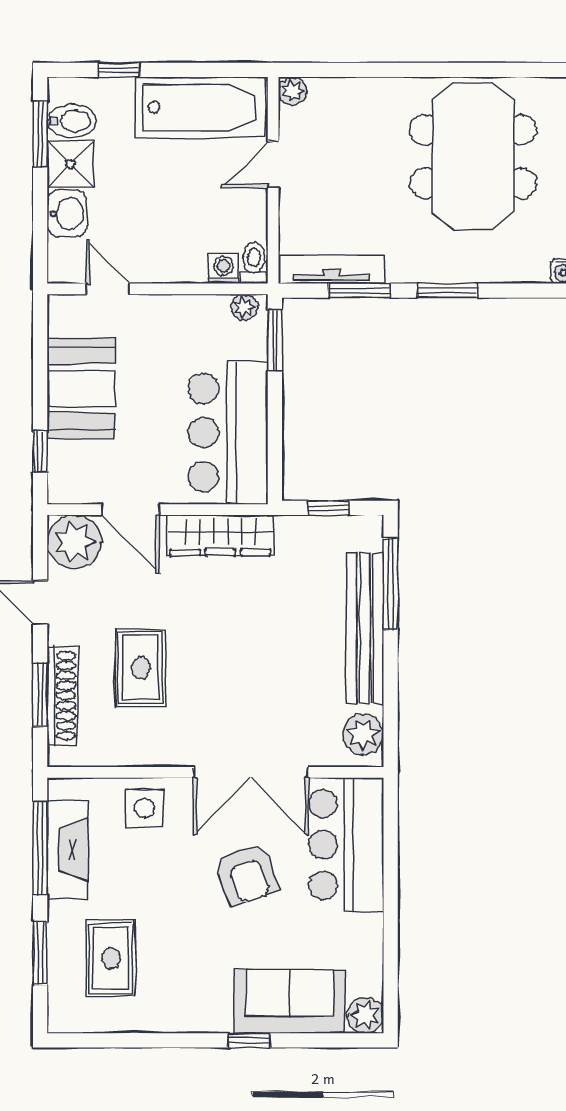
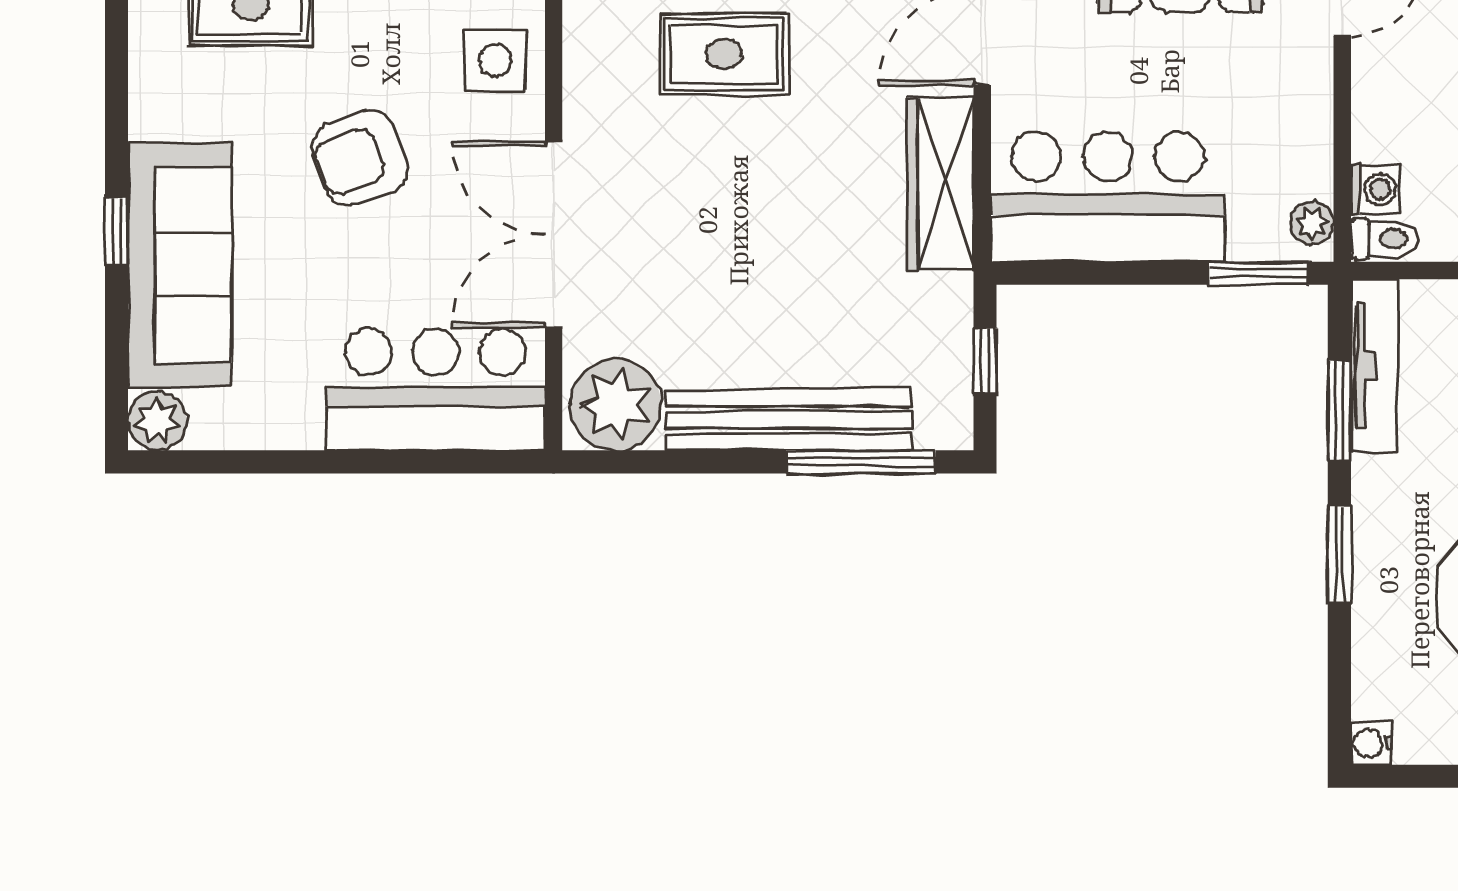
plant: (363, 734) -> (616, 405), width x1.36, depth x1.36
armchair: (247, 874) -> (360, 158), moved
sofa: (290, 1001) -> (180, 265), width x1.36

